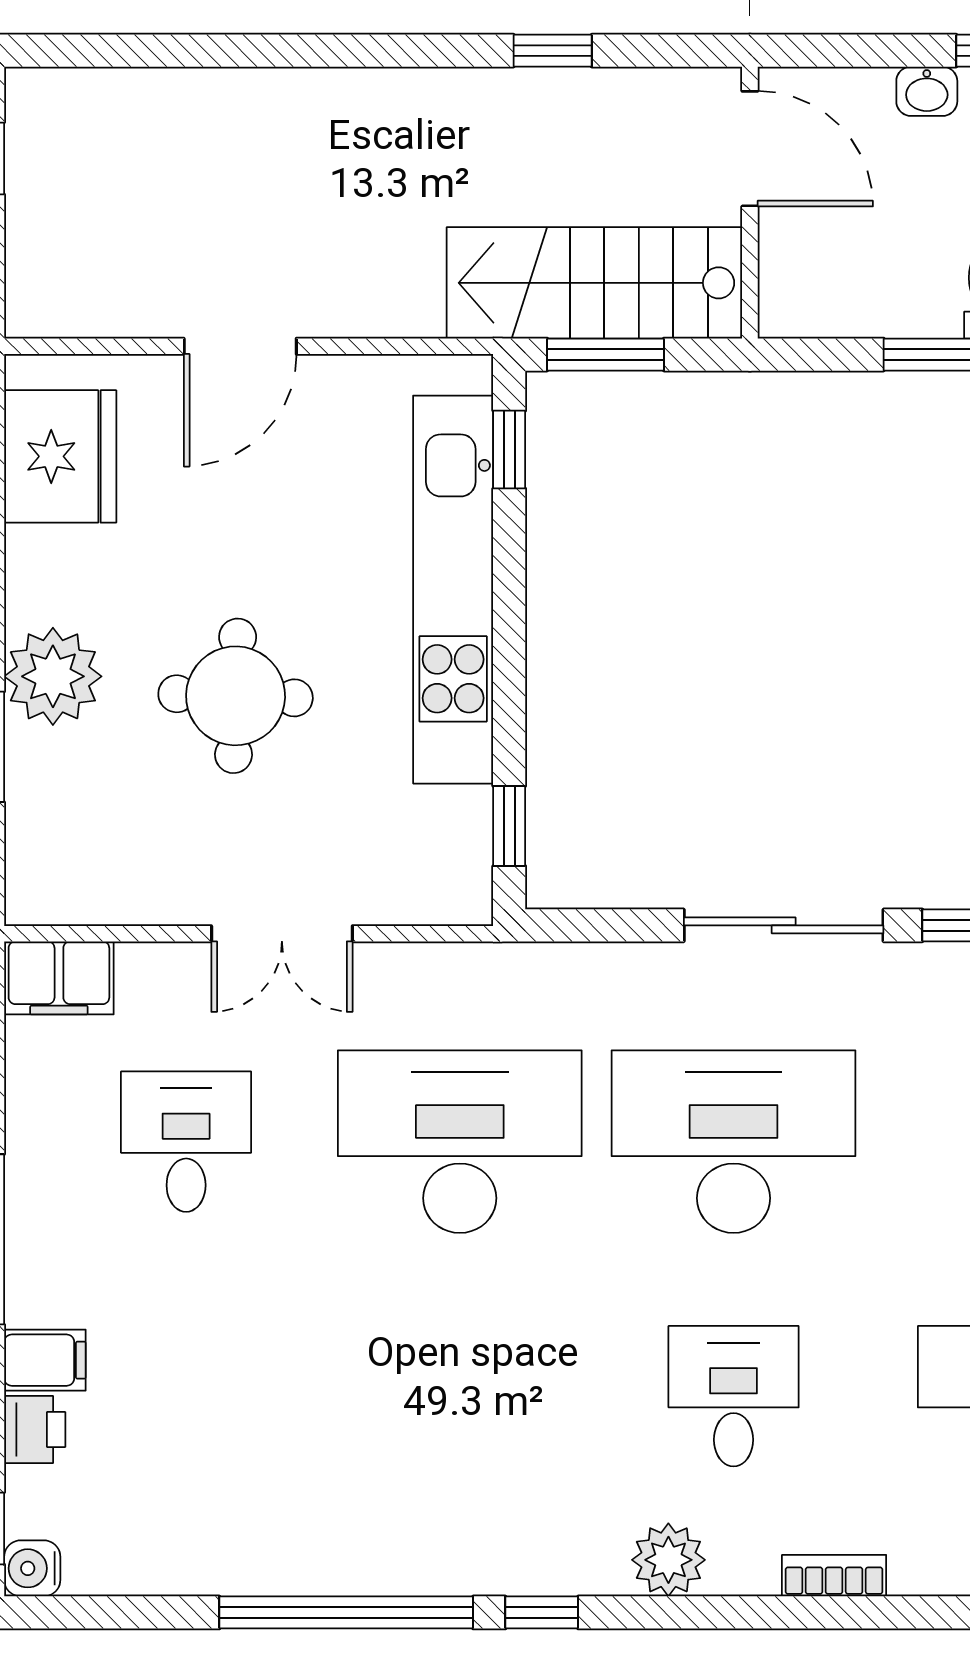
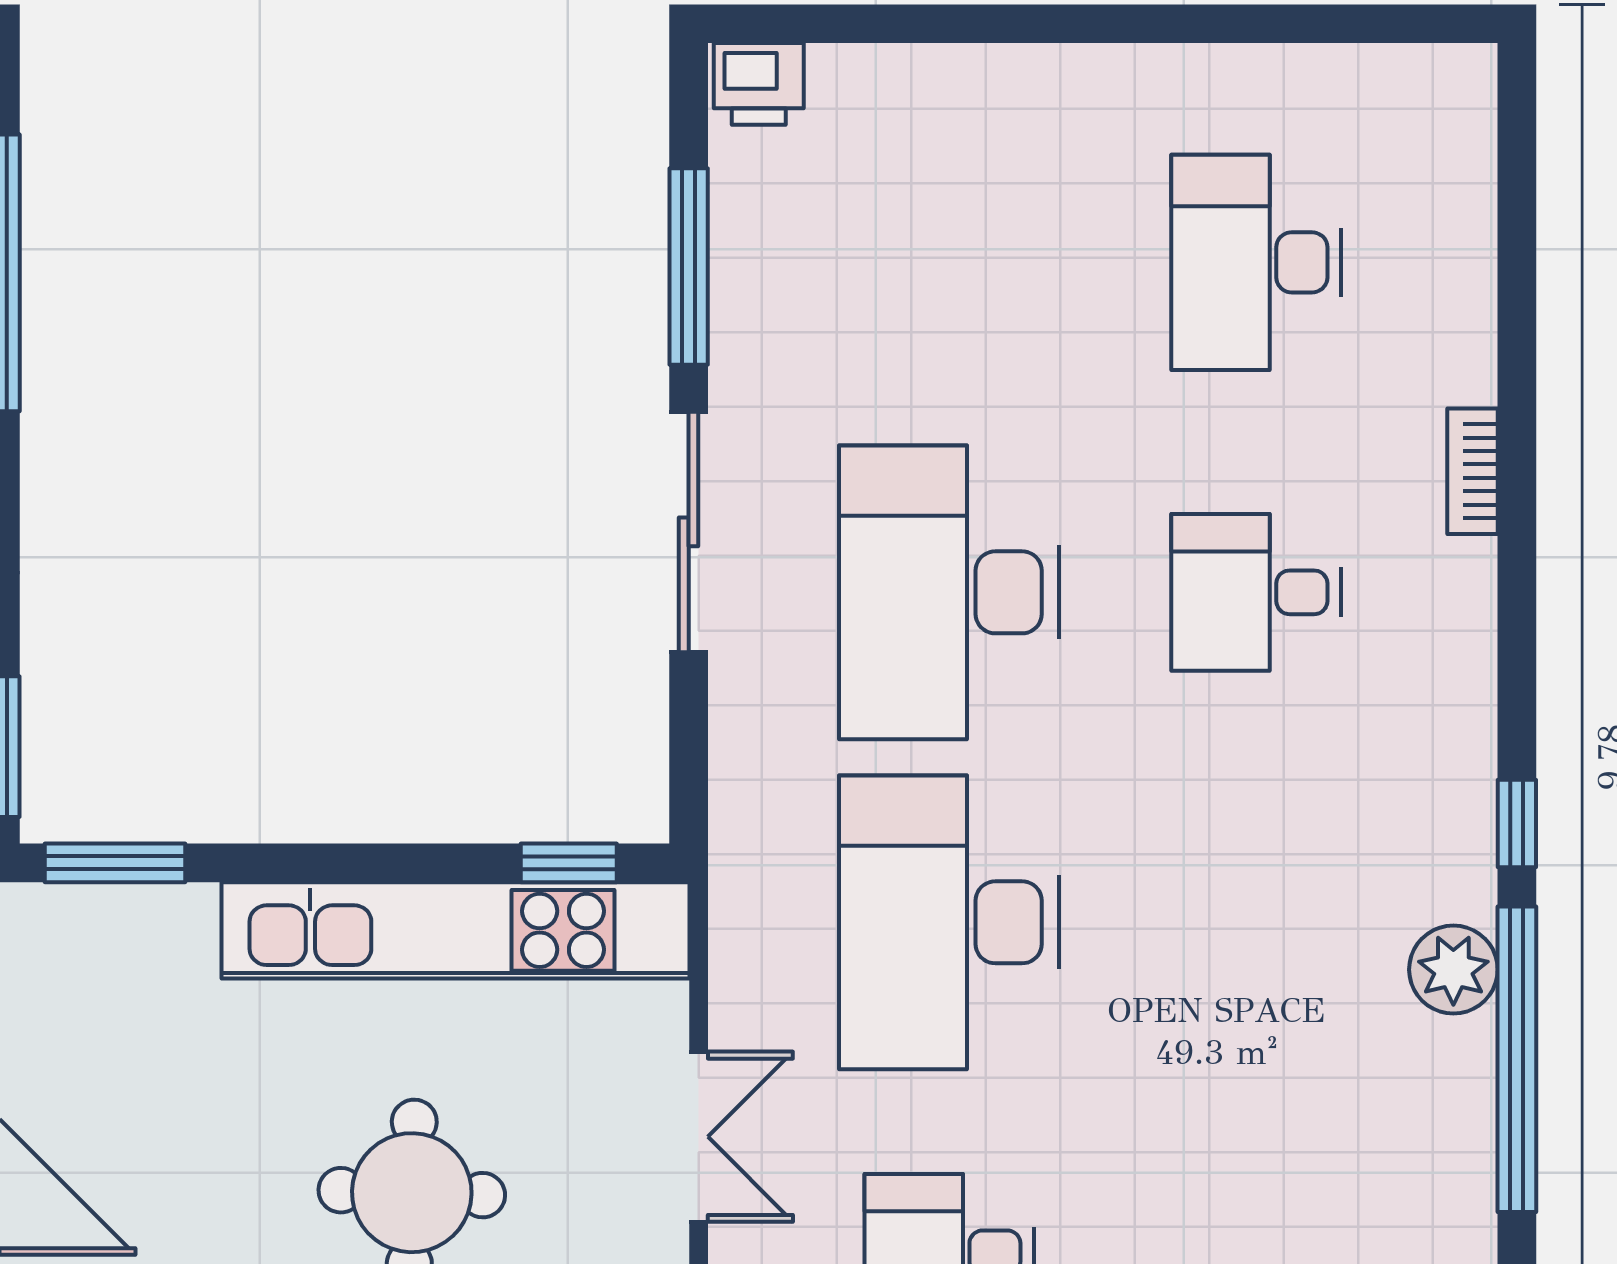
window: (509, 450) -> (115, 863), width x1.50
kitchen unit: (453, 590) -> (455, 930), moved
plant: (668, 1560) -> (1453, 970), moved

